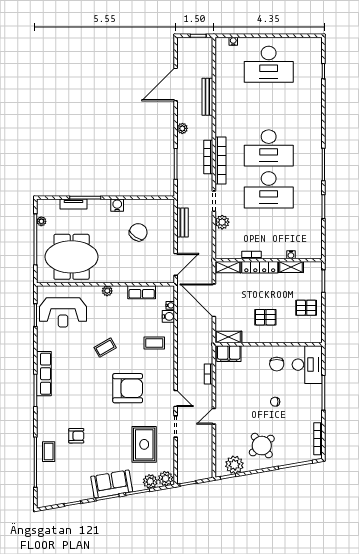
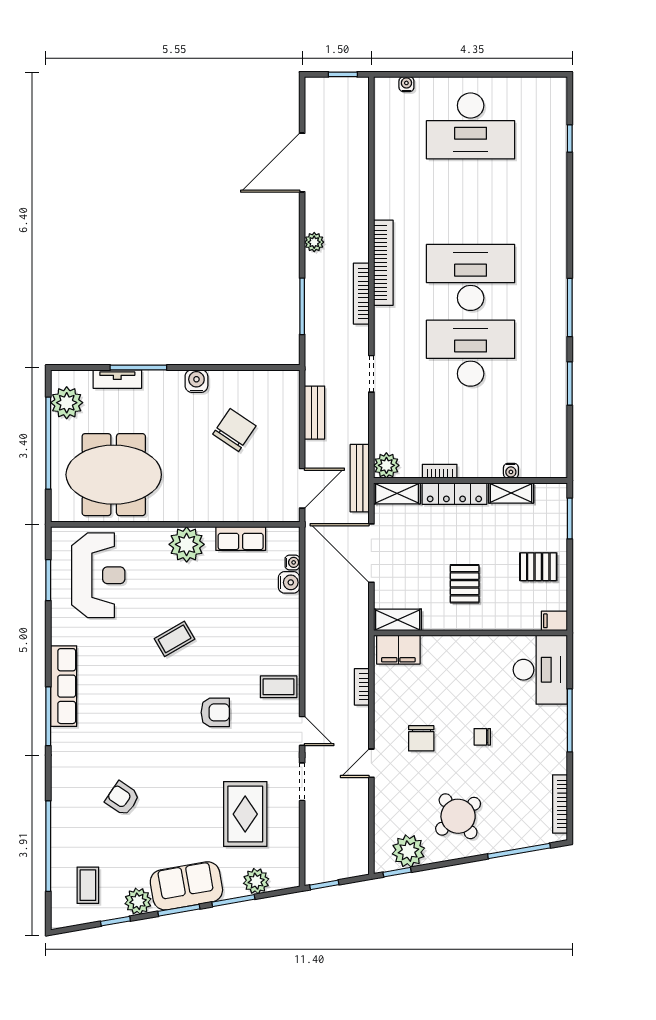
bench: (207, 97) -> (360, 478), moved
desk: (269, 148) -> (471, 277), turned 180
bookcase: (220, 161) -> (383, 263), moved
desk: (269, 190) -> (471, 353), turned 180
plant: (41, 221) -> (67, 403), width x1.88, depth x1.88
plant: (222, 222) -> (386, 465), moved
plant: (107, 291) -> (187, 544), width x1.87, depth x1.87
reception desk: (63, 312) -> (98, 575), turned -90
pallet: (265, 317) -> (465, 584), turned 90
filing cabinet: (315, 338) -> (554, 621), added
coffee table: (154, 343) -> (279, 687), moved
chair: (277, 364) -> (421, 738), moved
armchair: (128, 388) -> (215, 712), width x0.53, depth x0.53
armchair: (76, 436) -> (122, 798), turned -146
coffee table: (49, 452) -> (88, 885), moved
plant: (166, 479) -> (138, 901), moved

